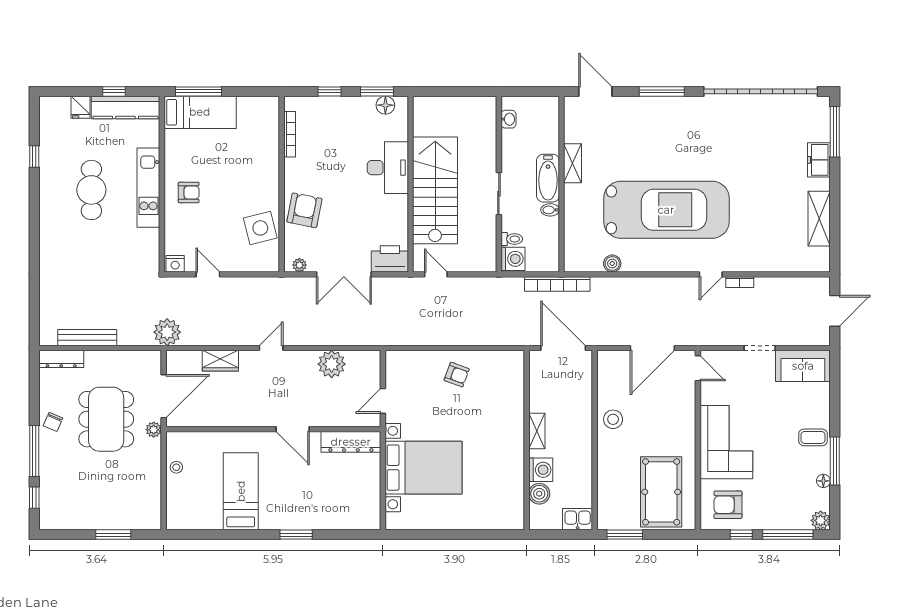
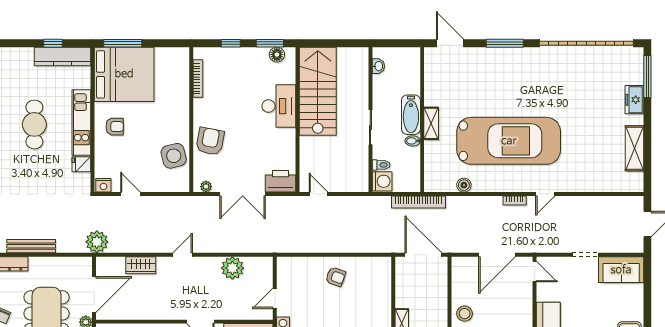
fridge: (80, 107) -> (81, 164), moved, turned 90
bed: (200, 112) -> (124, 74), width x2.04
shelving: (573, 163) -> (431, 123), moved
stairs: (435, 190) -> (318, 91), moved
bookcase: (740, 282) -> (515, 200), moved

